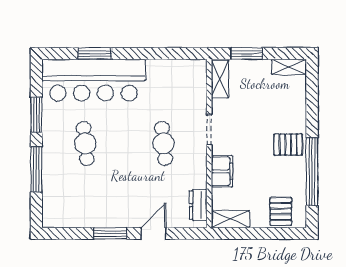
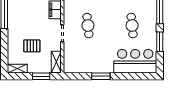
window: (95, 53) -> (101, 76), moved
bar counter: (93, 80) -> (135, 61), width x0.73
pallet: (288, 145) -> (32, 46), moved

